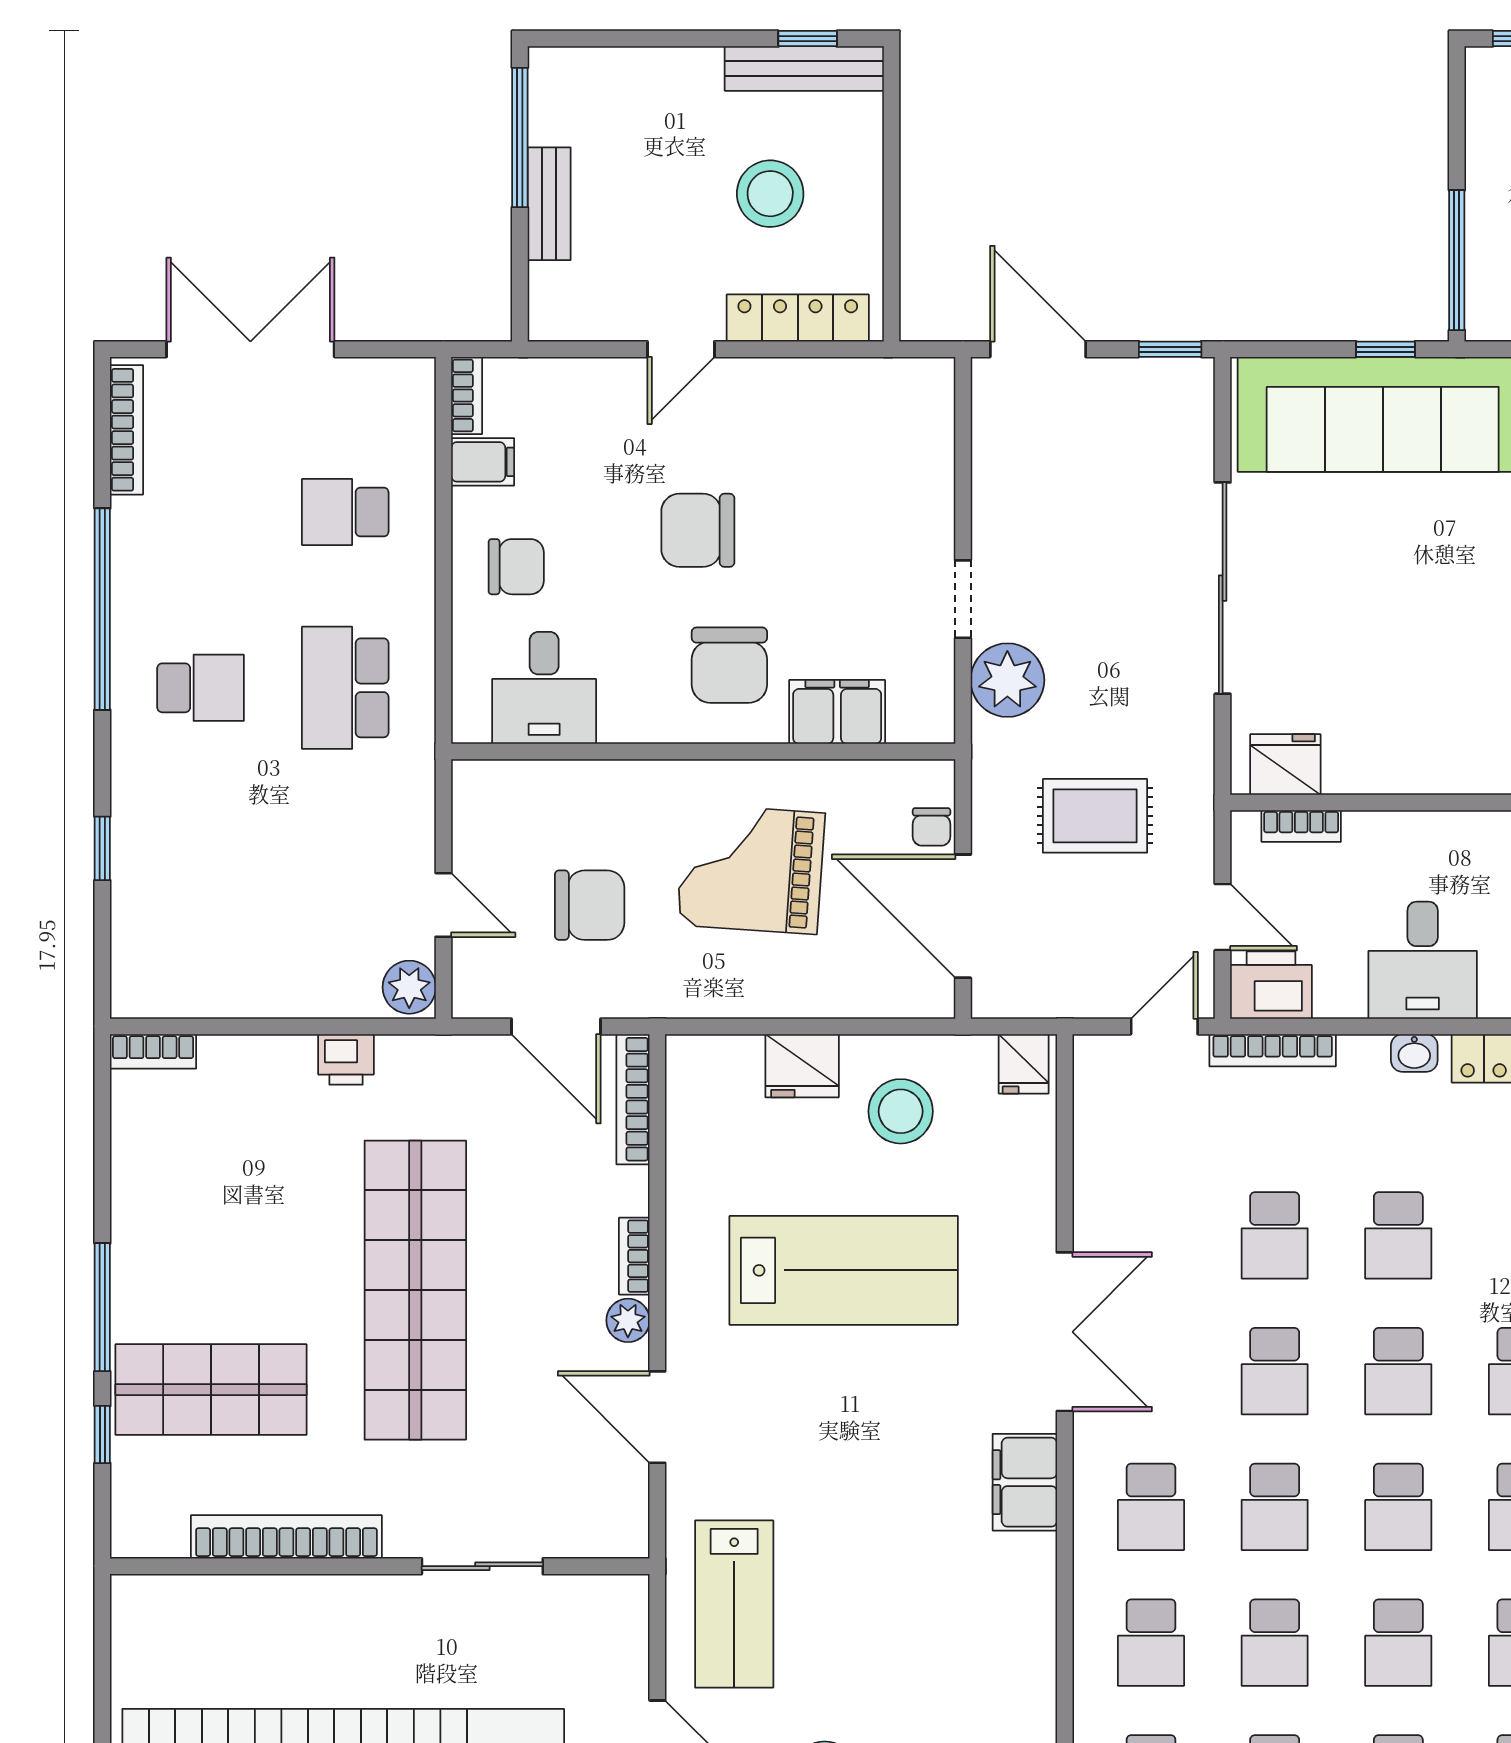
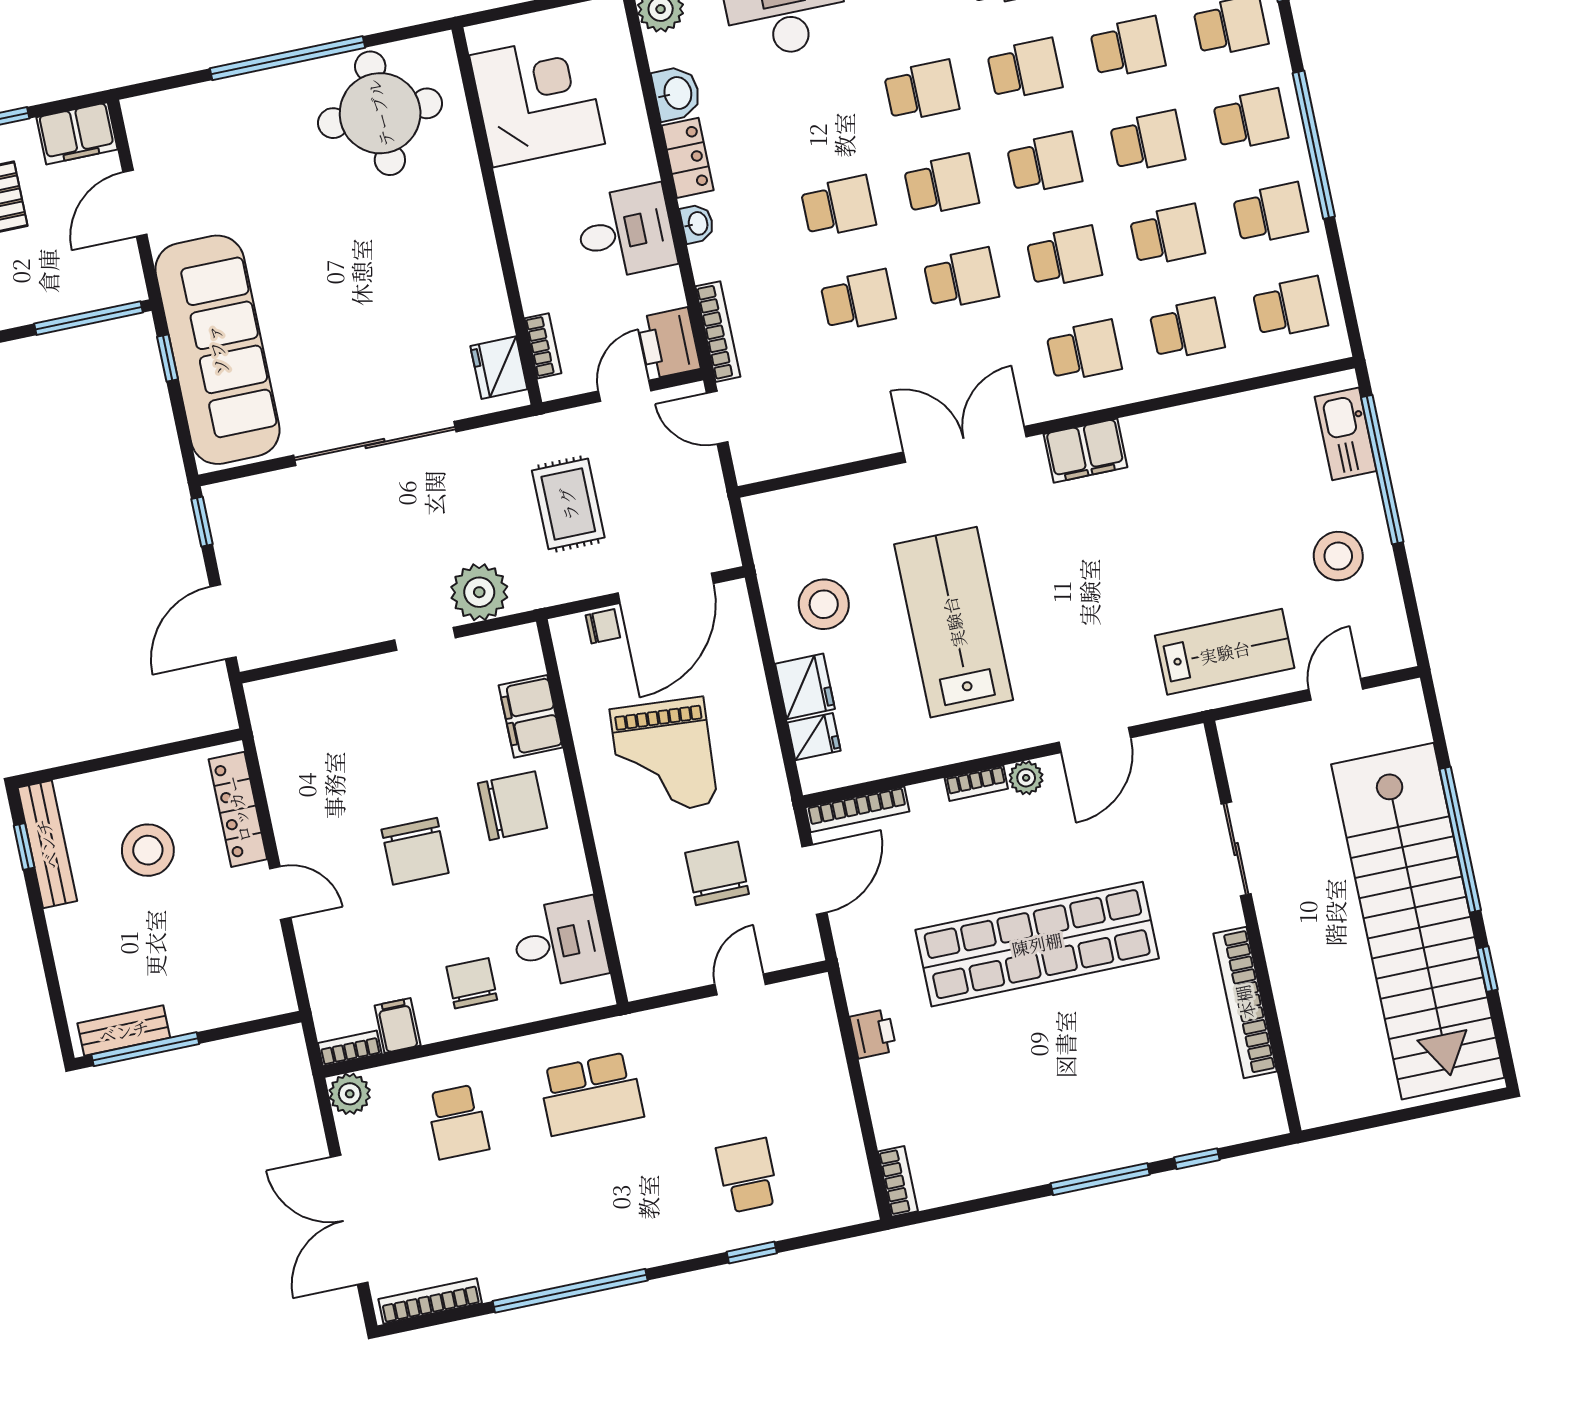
bench: (549, 204) -> (124, 1031), moved
school desk: (201, 688) -> (748, 1175), moved
plant: (409, 987) -> (350, 1094), moved
fridge: (1024, 1064) -> (814, 737), moved
shop shelf: (211, 1390) -> (1145, 1083), removed

